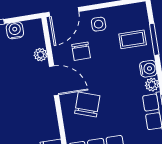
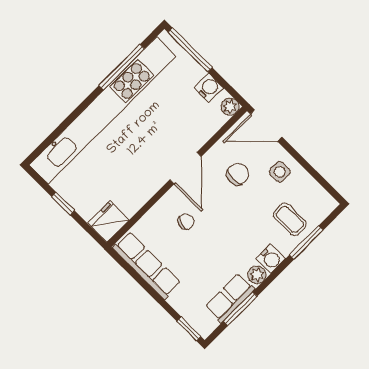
chair: (81, 51) -> (238, 174), turned 180
plant: (41, 55) -> (230, 107), moved
chair: (87, 104) -> (186, 222), width x0.54, depth x0.54

